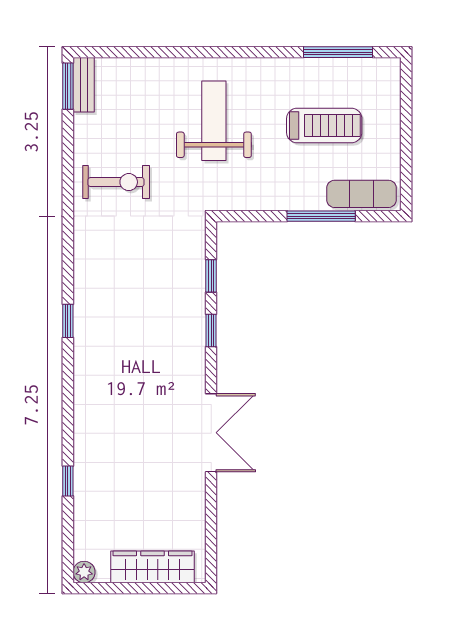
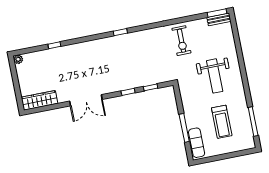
weight bench: (214, 121) -> (215, 76), turned 90
wardrobe: (153, 567) -> (39, 100), moved, turned -90

